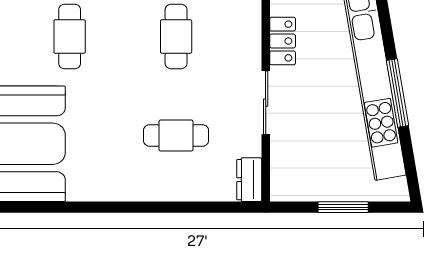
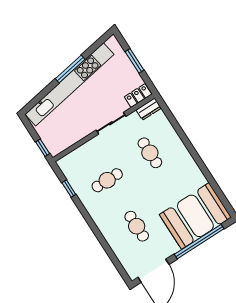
cafe table: (70, 36) -> (137, 226), turned 90
locker: (283, 41) -> (138, 96), moved

